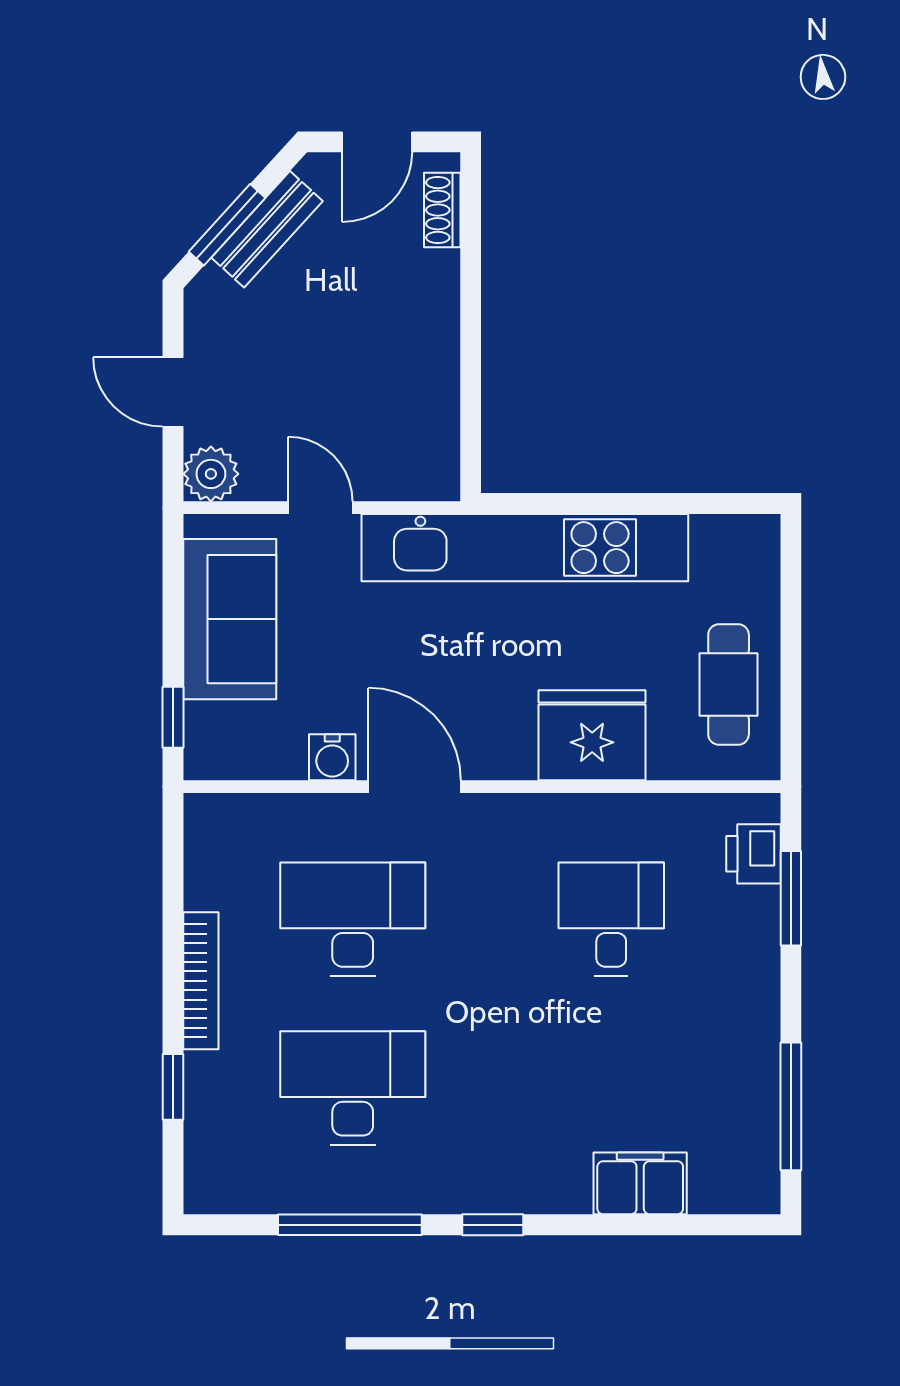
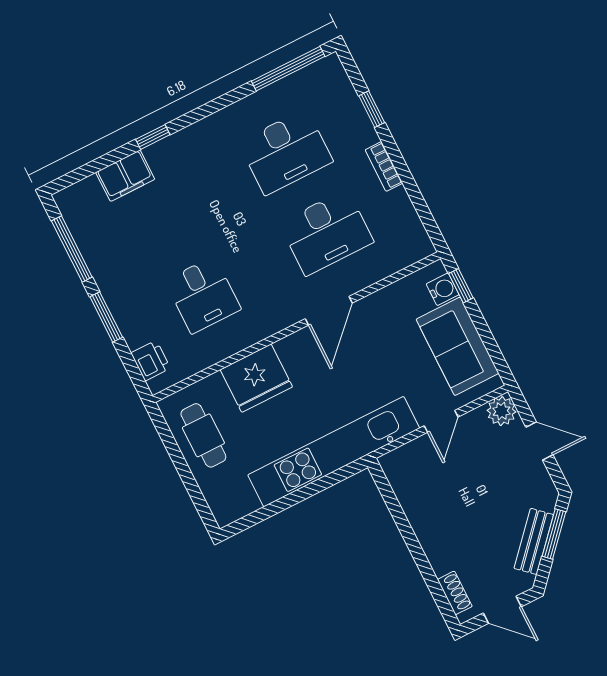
door: (377, 142) -> (502, 610), swing flipped
door: (320, 508) -> (441, 421), hinge flipped
water cooler: (332, 757) -> (443, 289), moved, turned 90
door: (415, 787) -> (329, 311), hinge flipped
window: (791, 898) -> (106, 317), moved
bookcase: (201, 981) -> (384, 166), width x0.64
window: (350, 1225) -> (288, 69), moved
window: (493, 1225) -> (153, 137), moved

